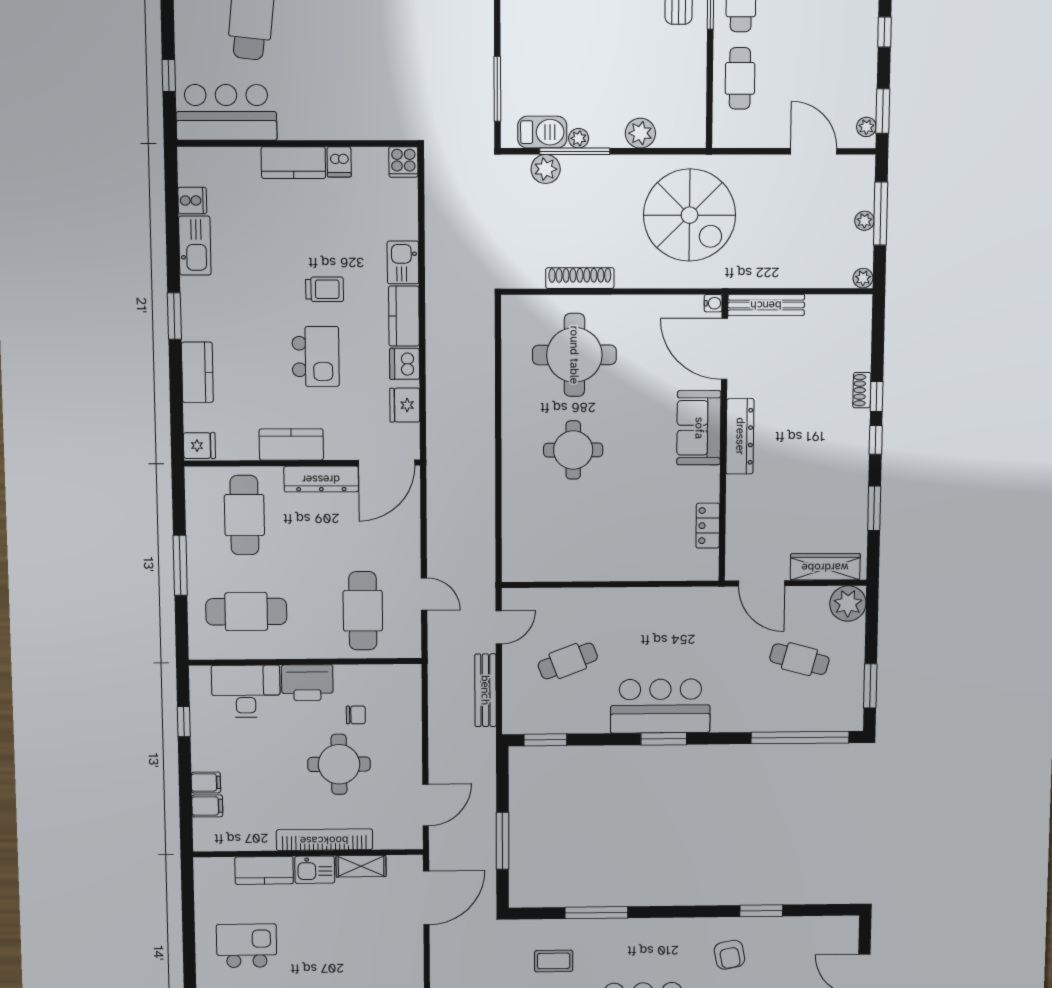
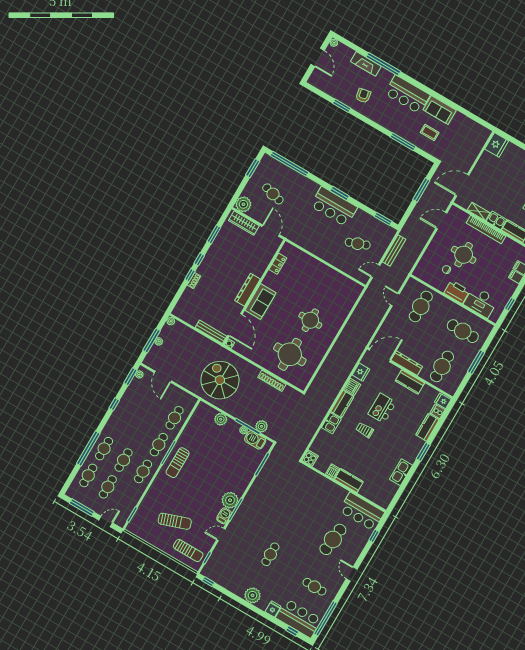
cooker: (192, 200) -> (437, 411), moved

